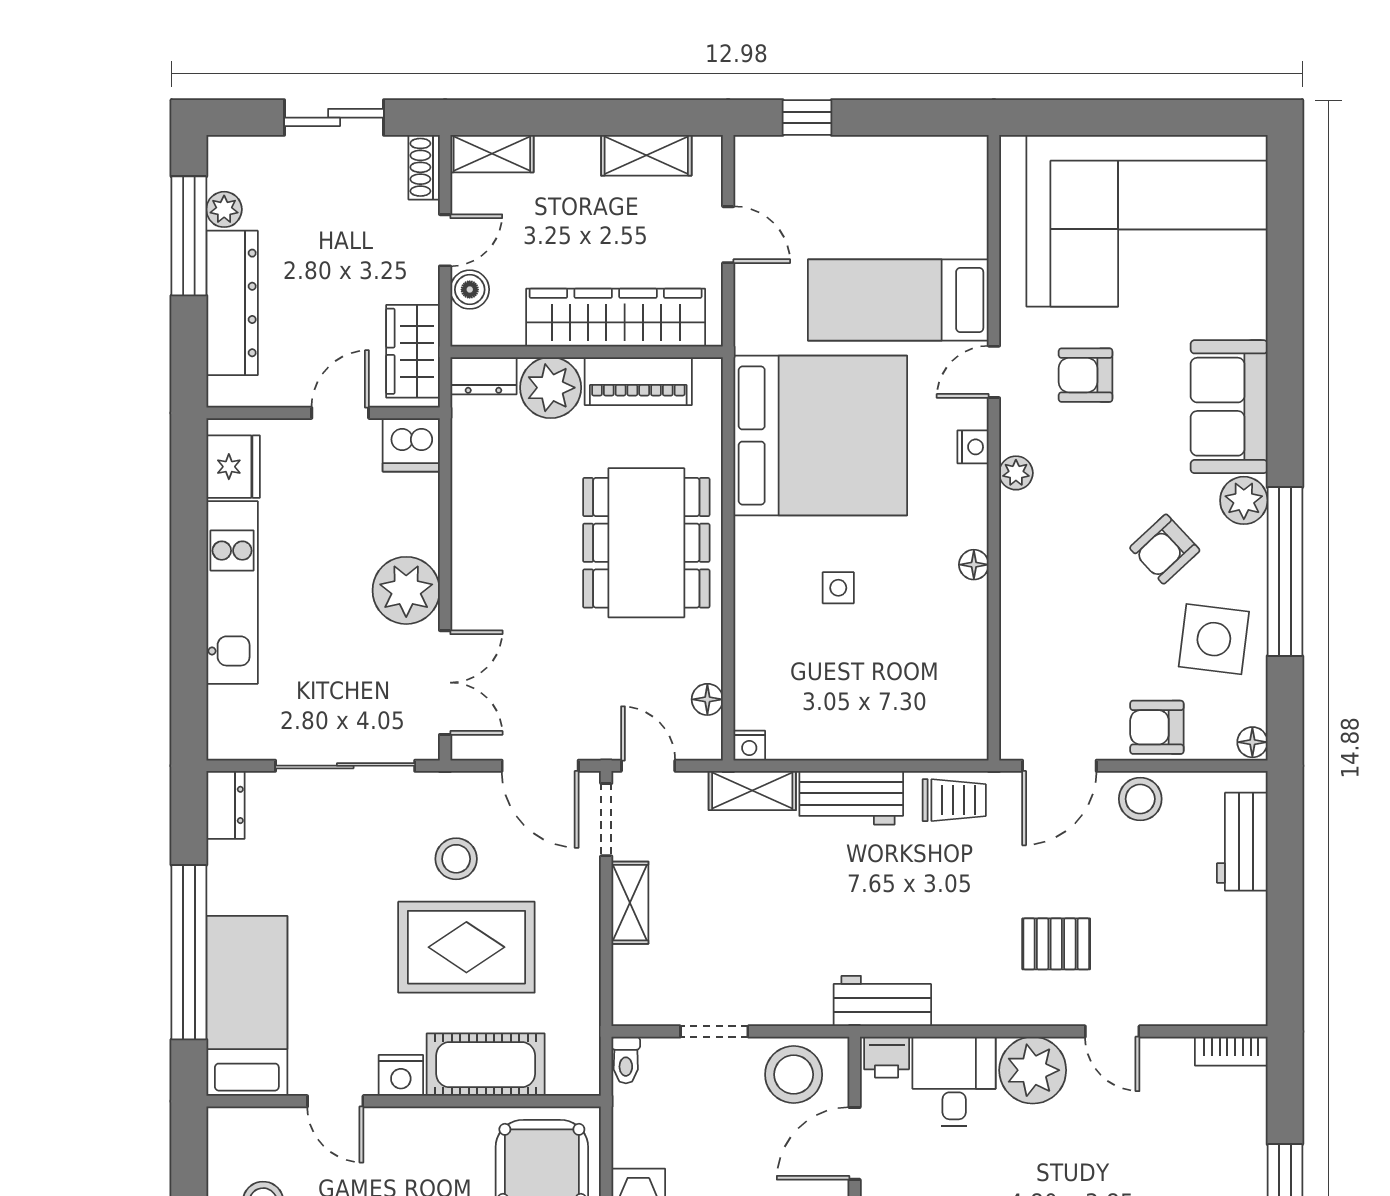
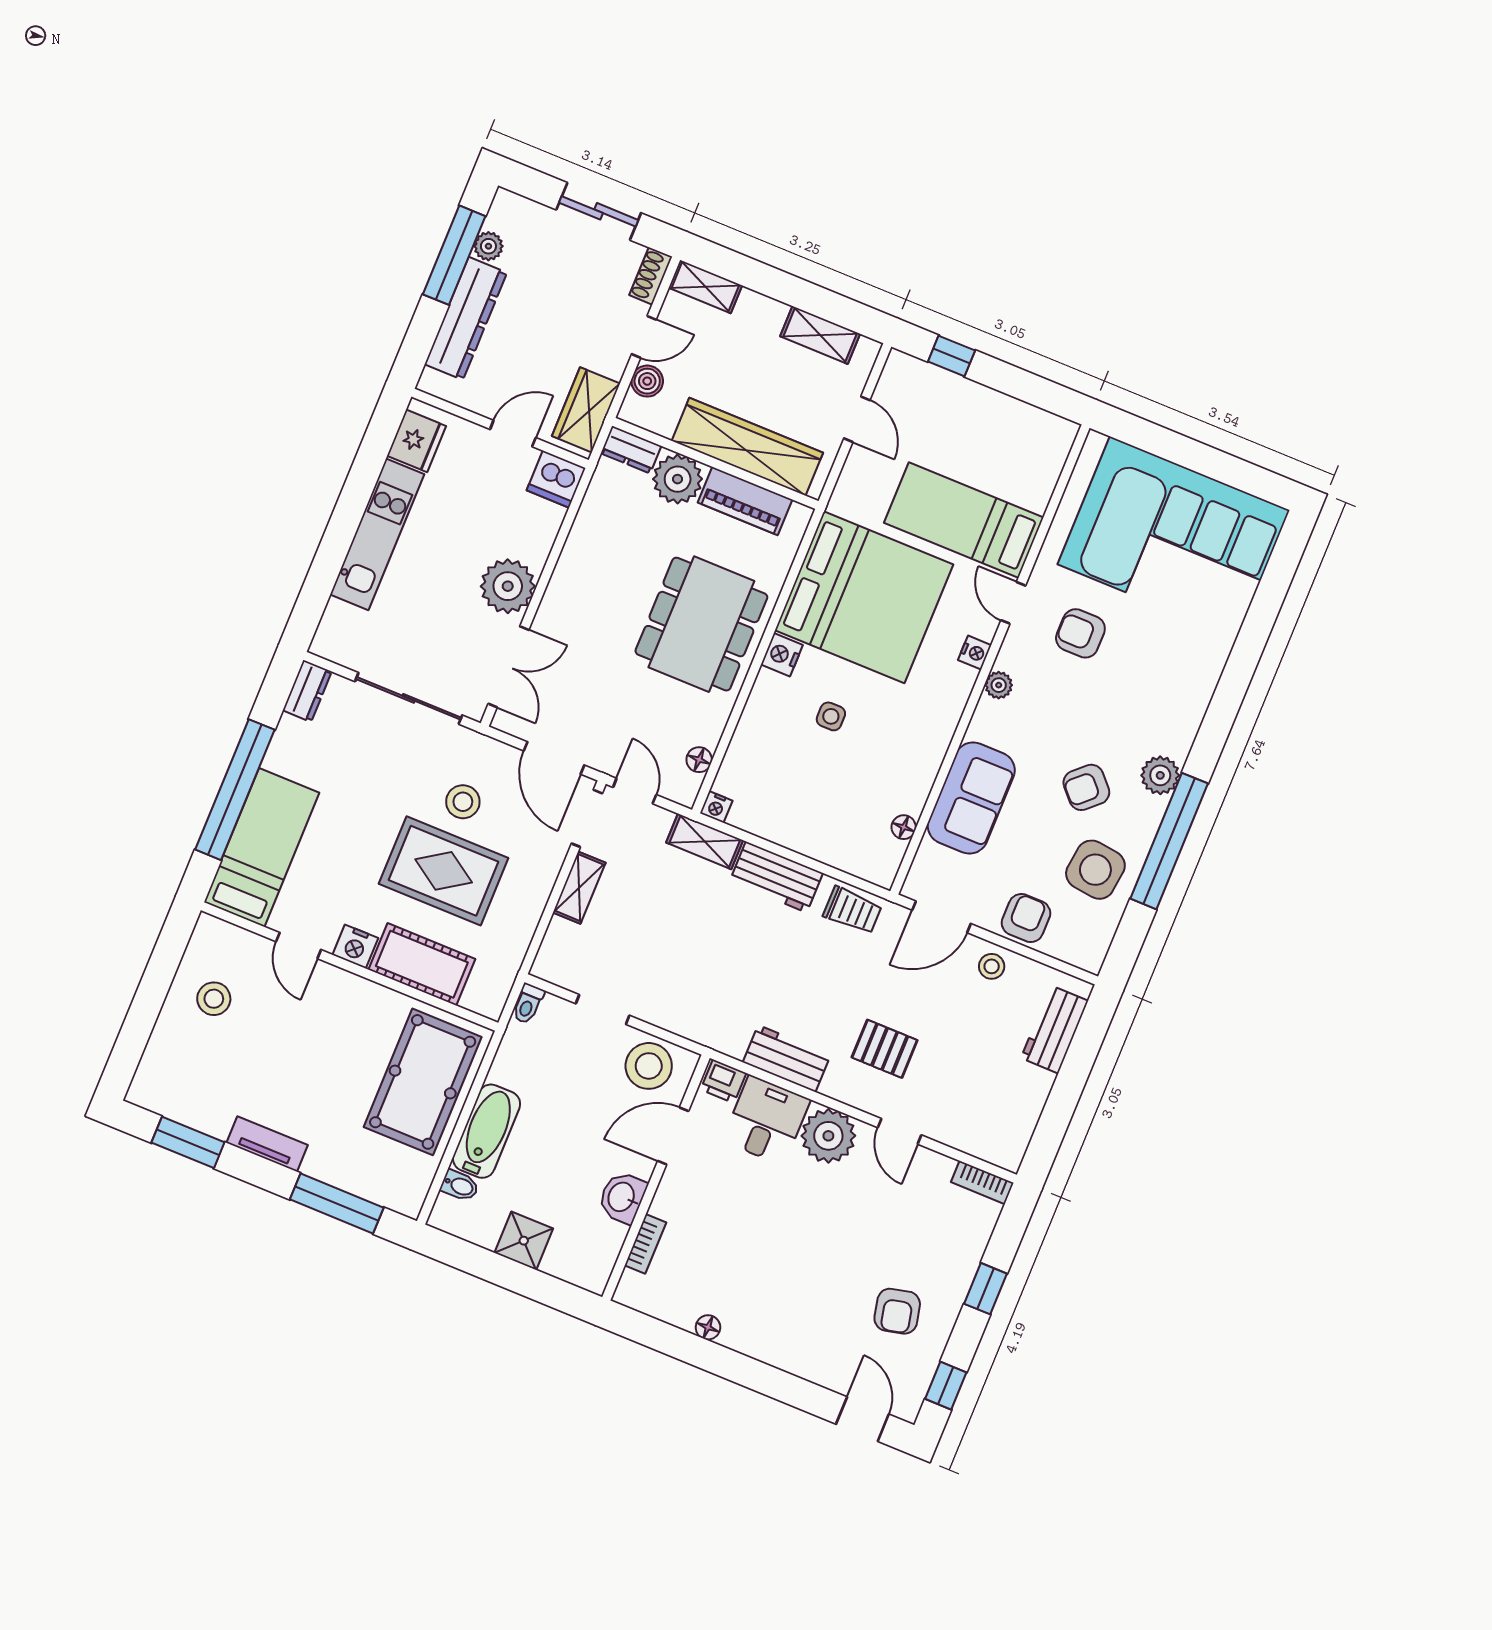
door: (994, 372) -> (1013, 603), hinge flipped
sofa: (1229, 407) -> (971, 798), moved, turned 180
nightstand: (753, 540) -> (782, 655), added
floor lamp: (974, 565) -> (904, 827), moved
armchair: (1157, 727) -> (1026, 918), turned 90
floor lamp: (1252, 742) -> (1093, 958), removed
stool: (1140, 799) -> (992, 966), width x0.73, depth x0.73
workbench: (882, 1001) -> (787, 1059), moved

